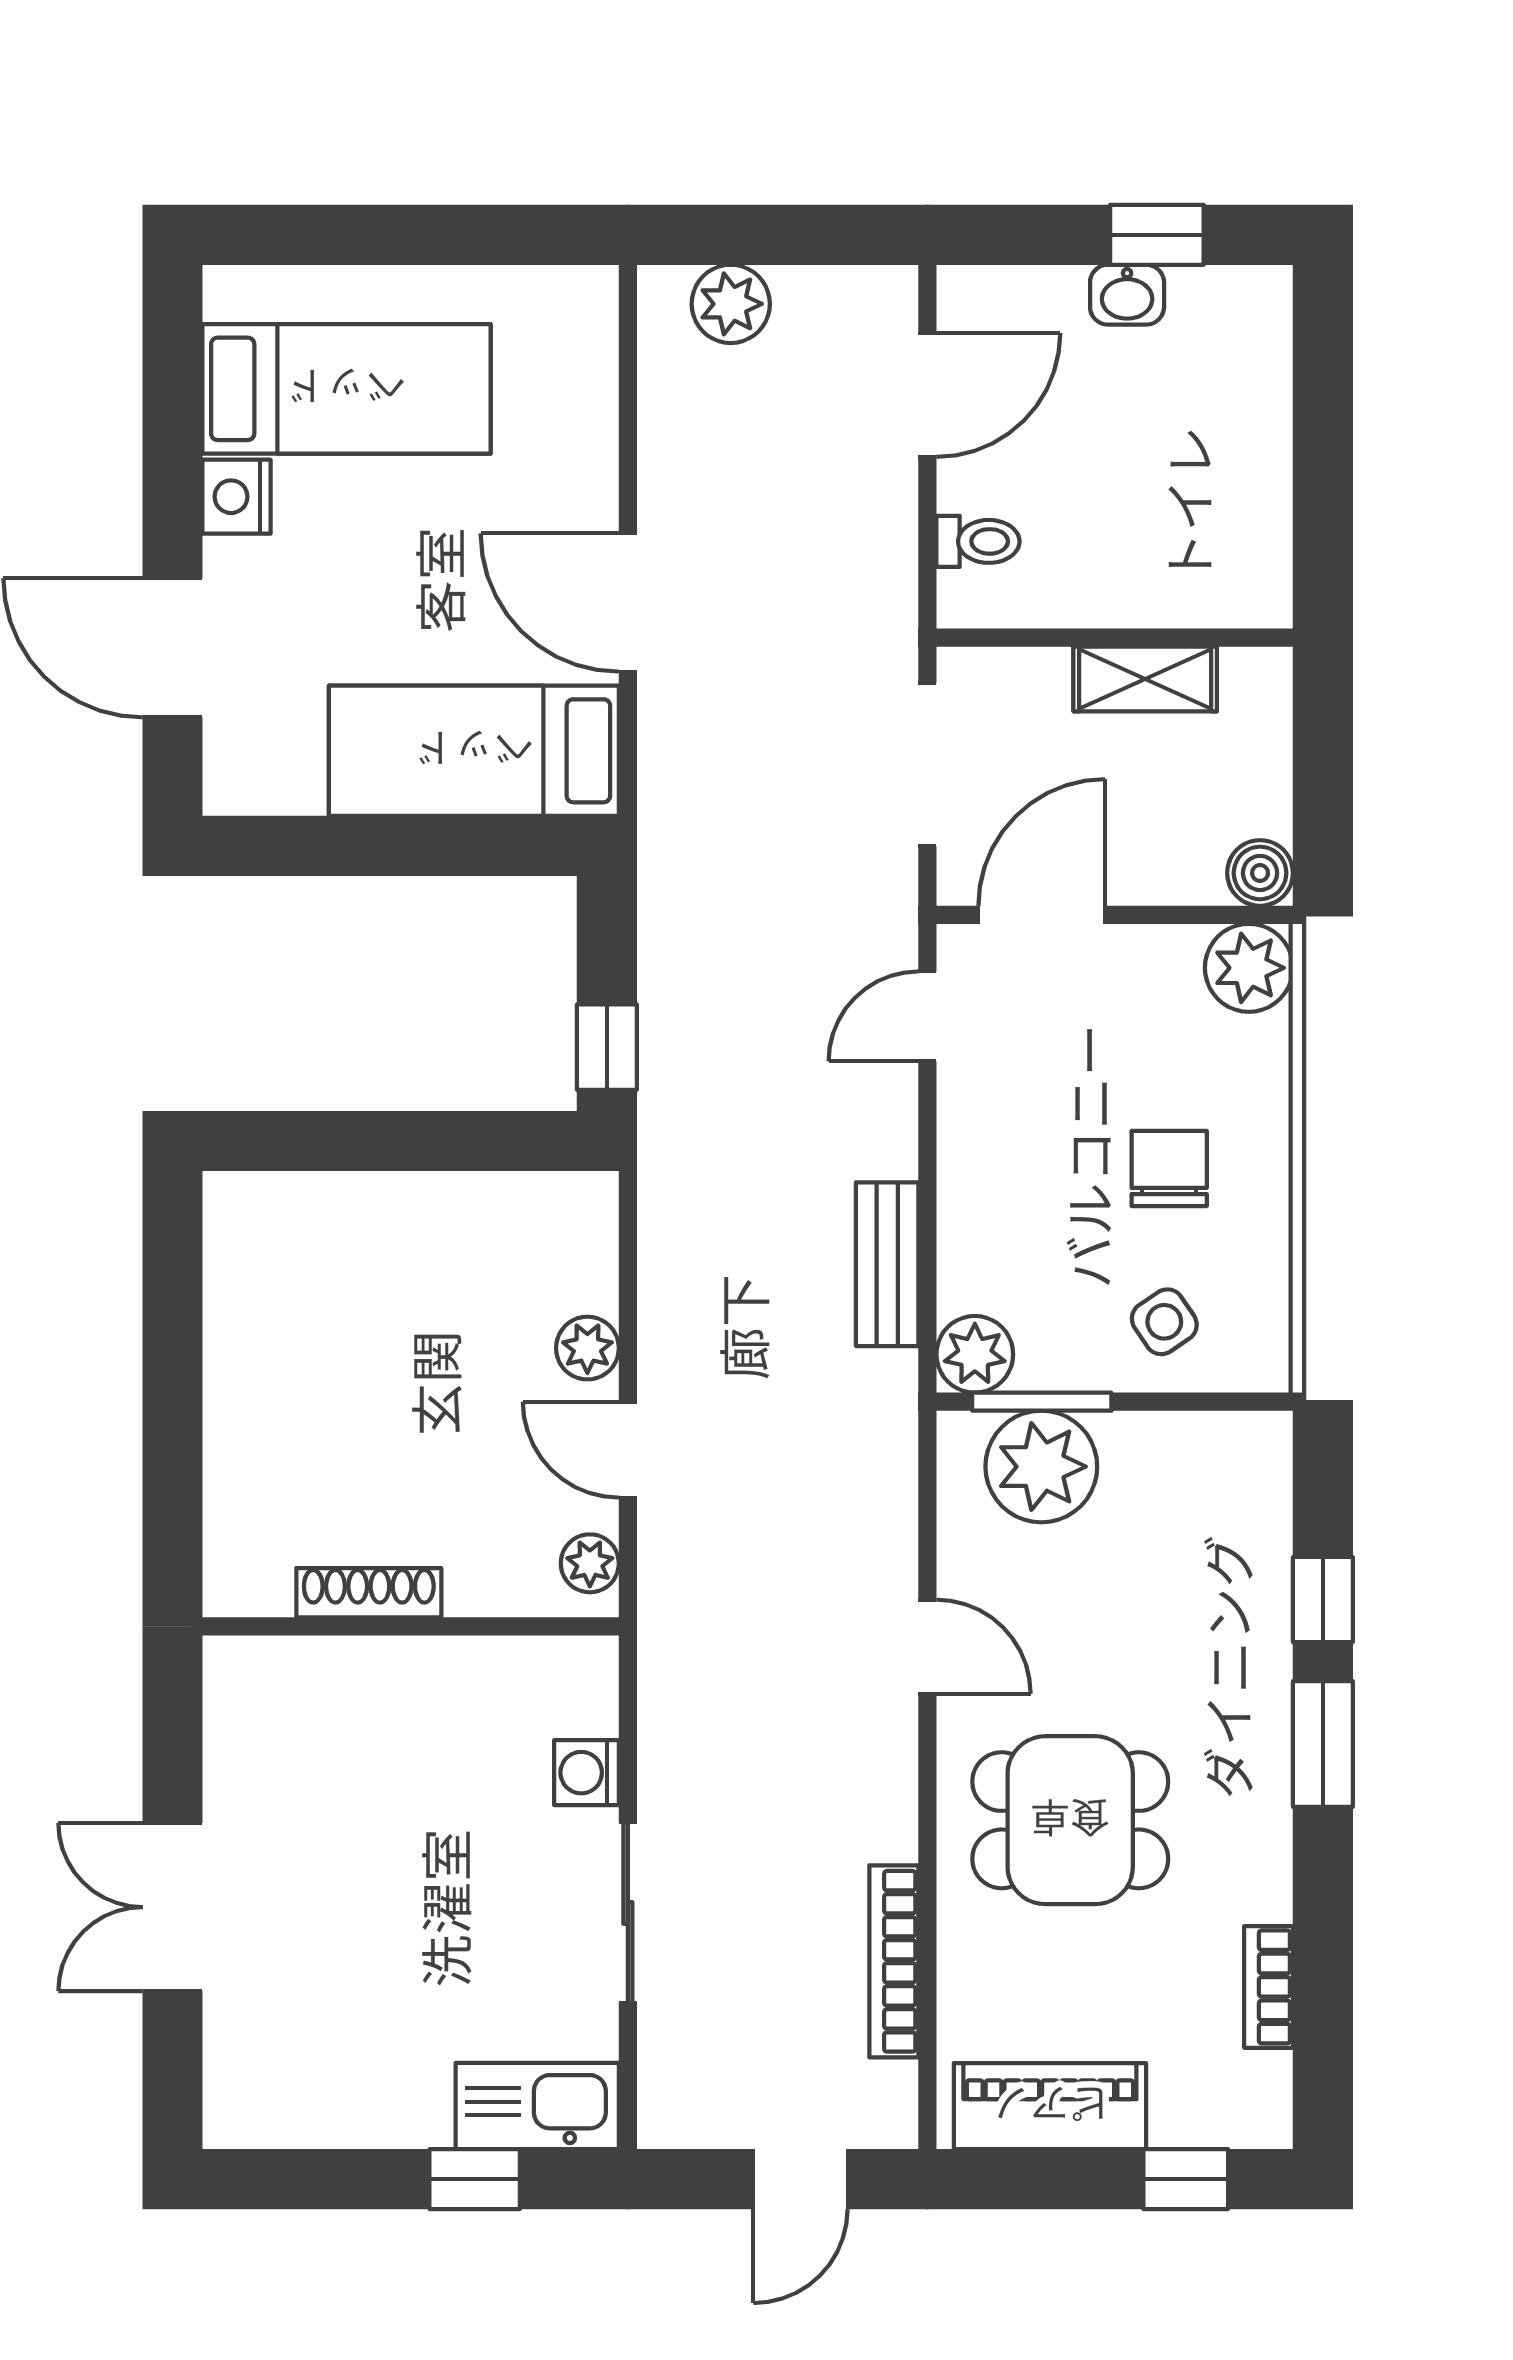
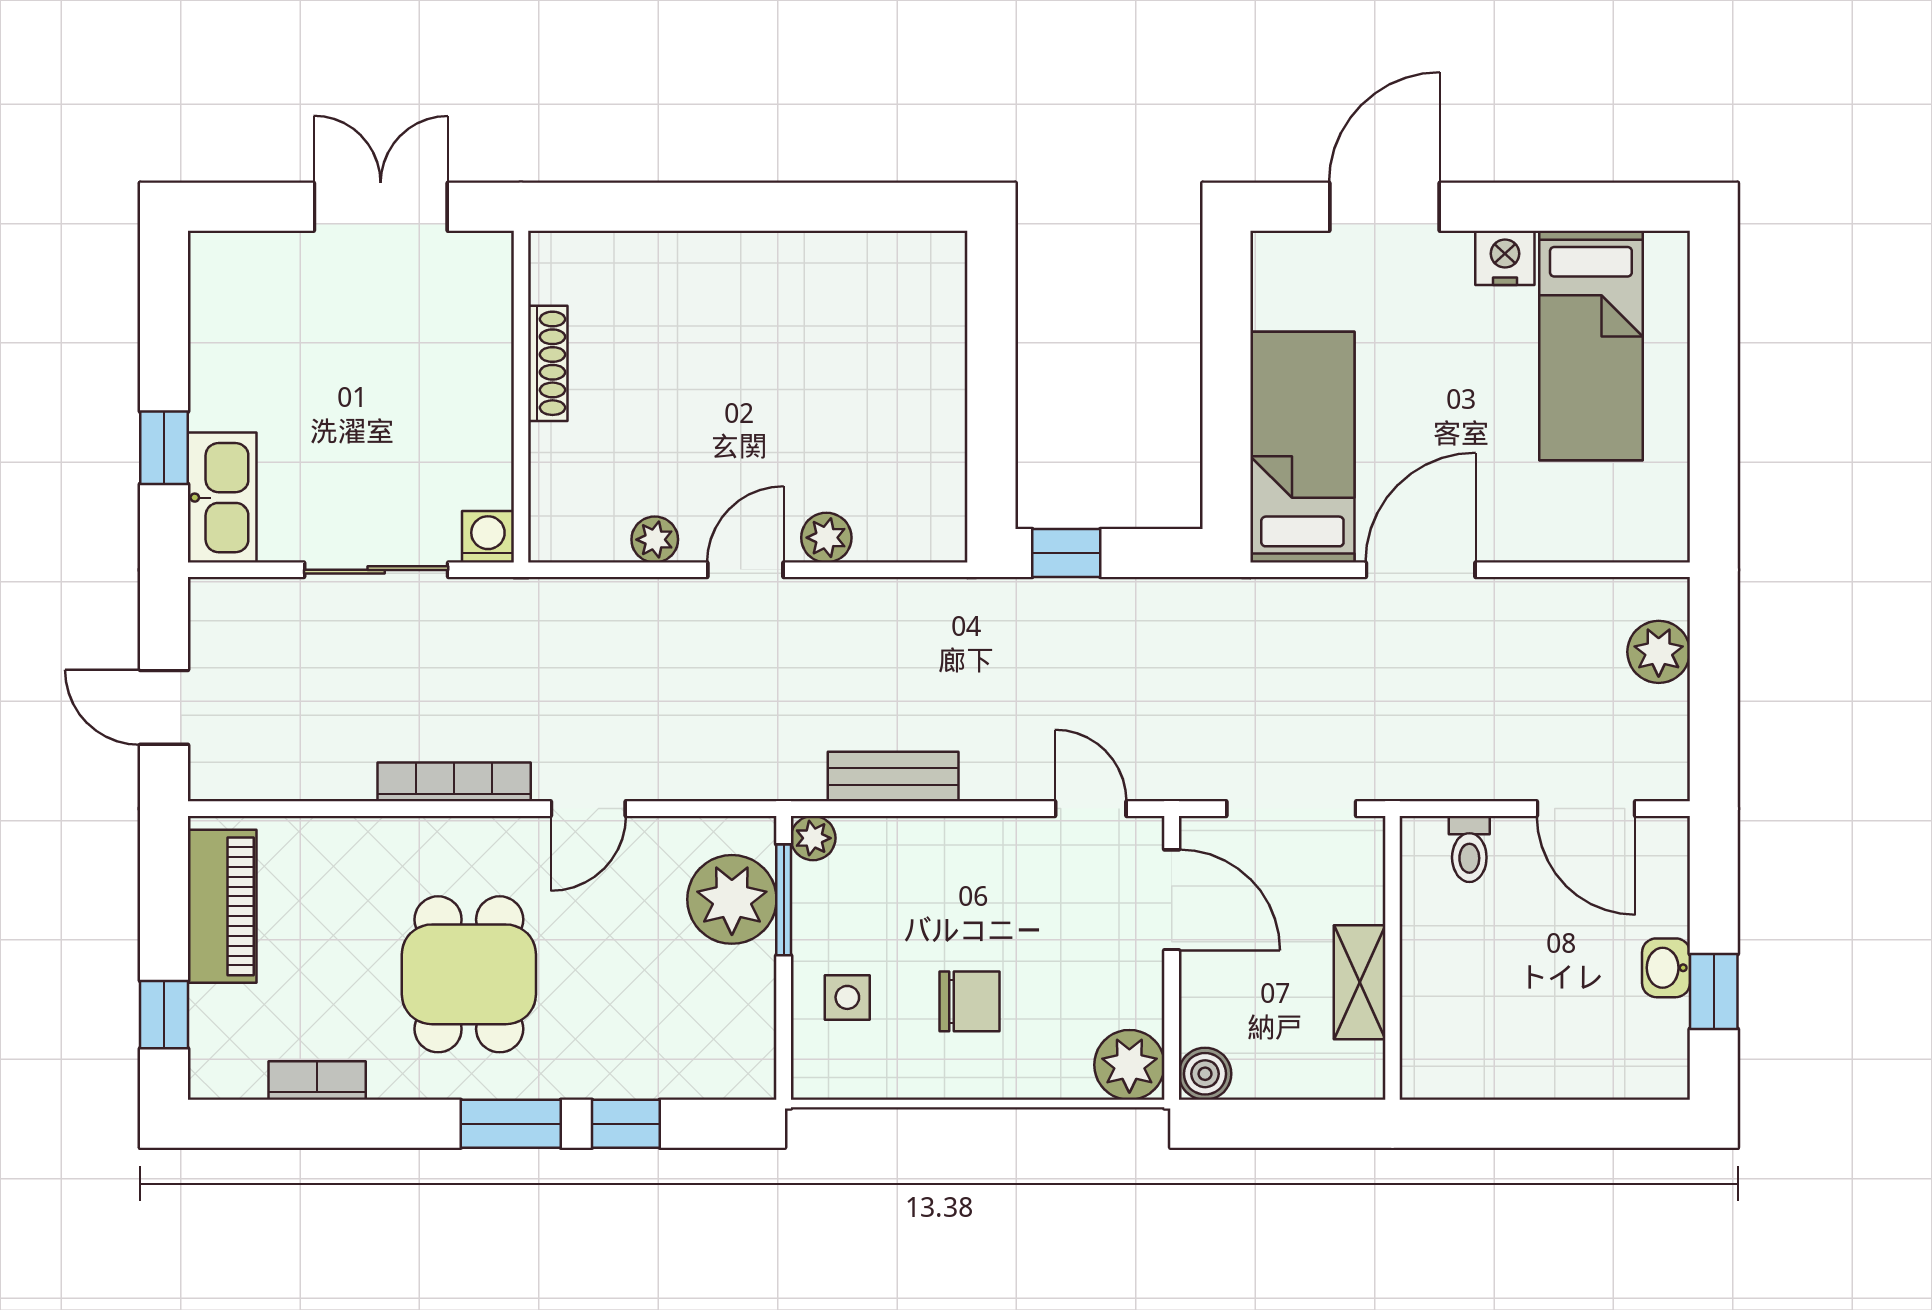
side table: (1164, 1322) -> (847, 997), turned 34
plant: (975, 1354) -> (813, 838), width x0.73, depth x0.73
shoe rack: (369, 1593) -> (548, 363), moved
wall: (411, 1626) -> (521, 397), moved
dining table: (1070, 1820) -> (469, 974), moved
bookcase: (894, 1961) -> (454, 782), moved

